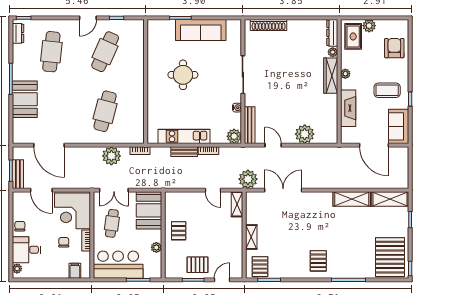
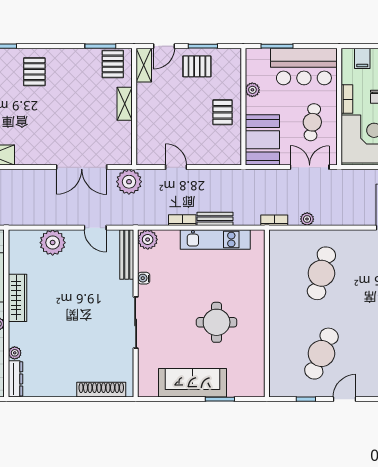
wardrobe: (331, 76) -> (17, 298), moved
plant: (111, 156) -> (307, 219), width x0.53, depth x0.53
shelving: (237, 204) -> (144, 65), moved

